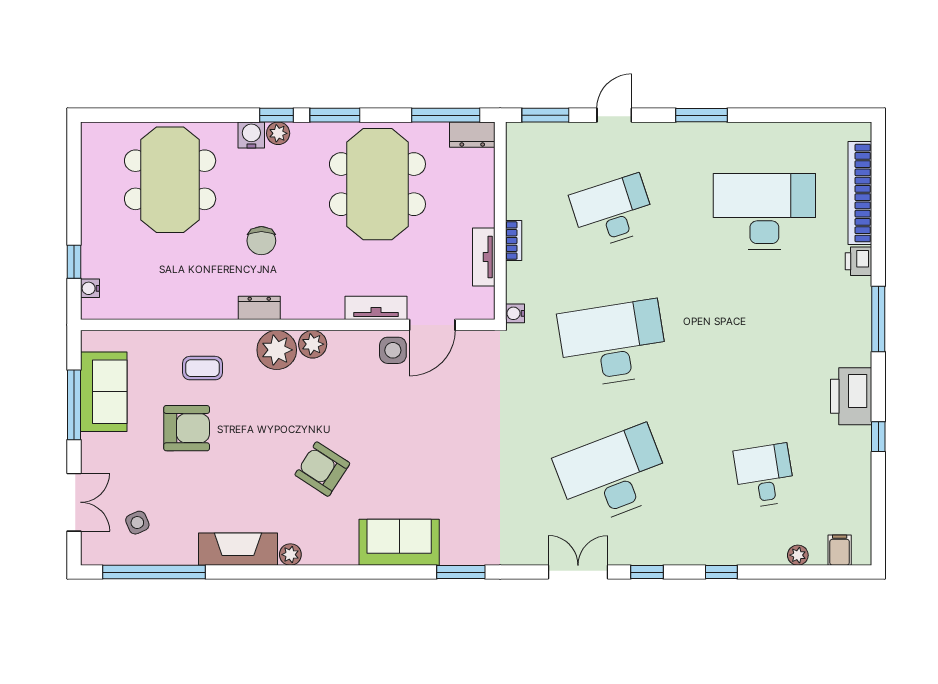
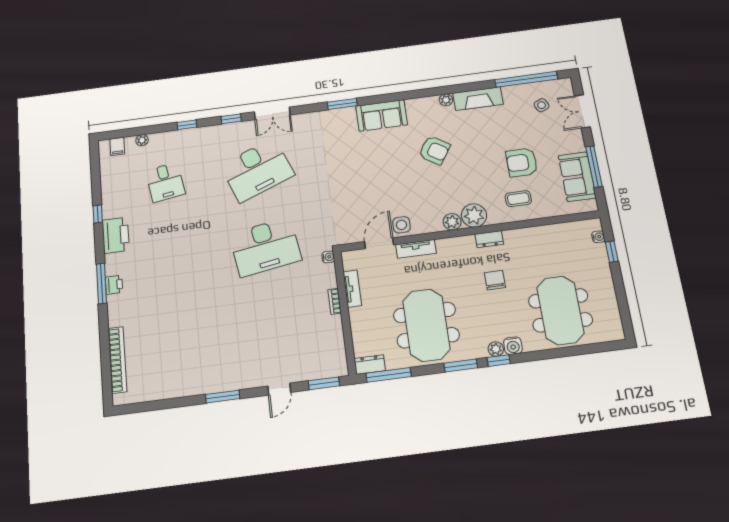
desk: (613, 212) -> (274, 328), removed
desk: (764, 212) -> (177, 340), removed
printer: (858, 261) -> (114, 285), moved

